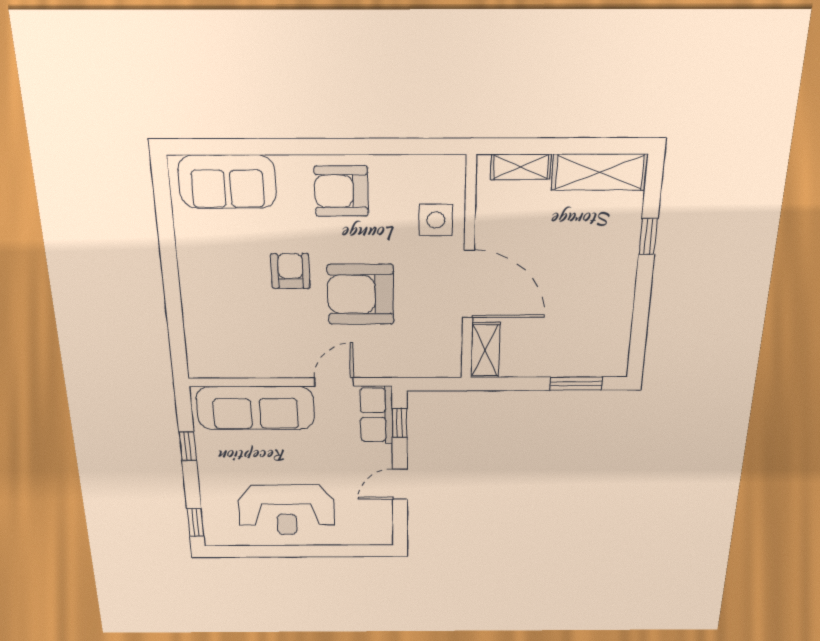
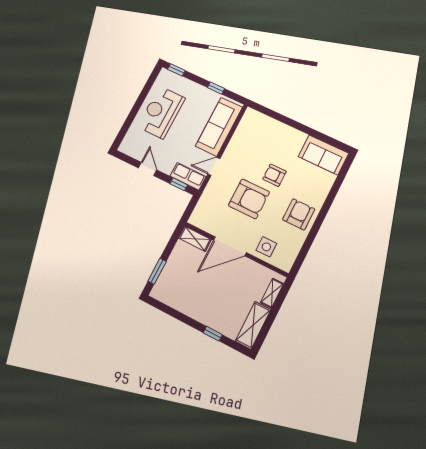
sofa: (227, 182) -> (323, 155), moved, turned -90
armchair: (290, 271) -> (274, 175), turned 180
armchair: (361, 294) -> (249, 199), turned 90
door: (334, 382) -> (214, 166), swing flipped

